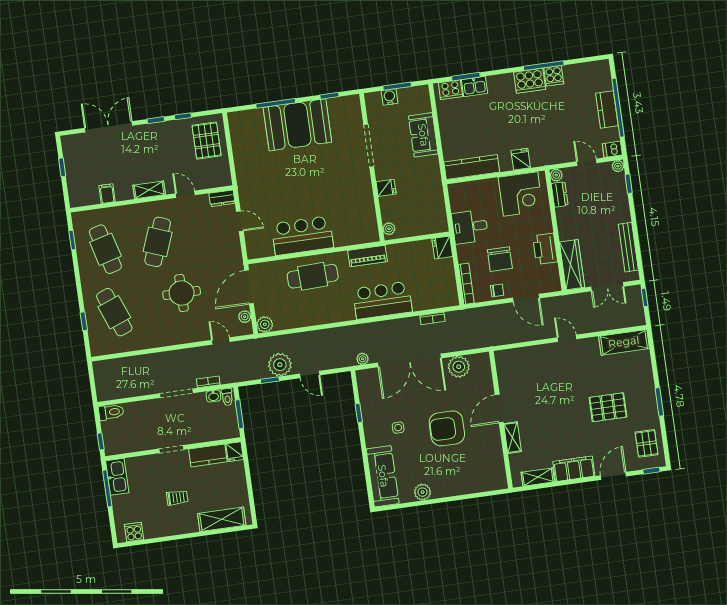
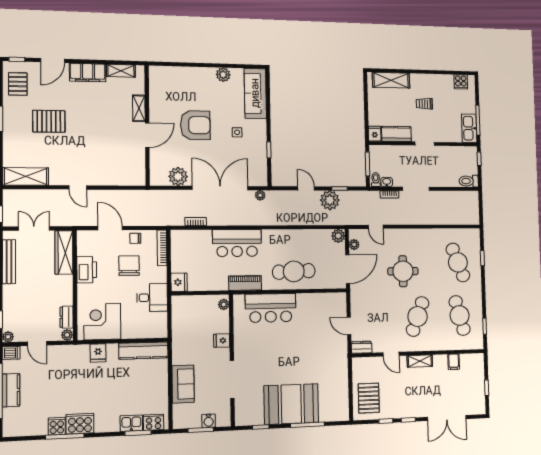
bar counter: (302, 236) -> (271, 308), moved

